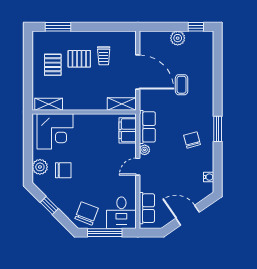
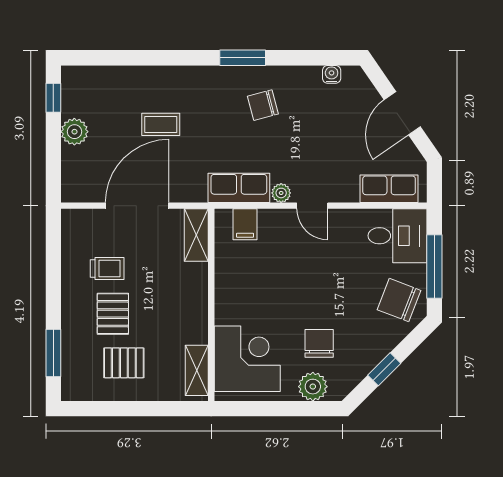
filing cabinet: (128, 130) -> (245, 224), width x0.50

